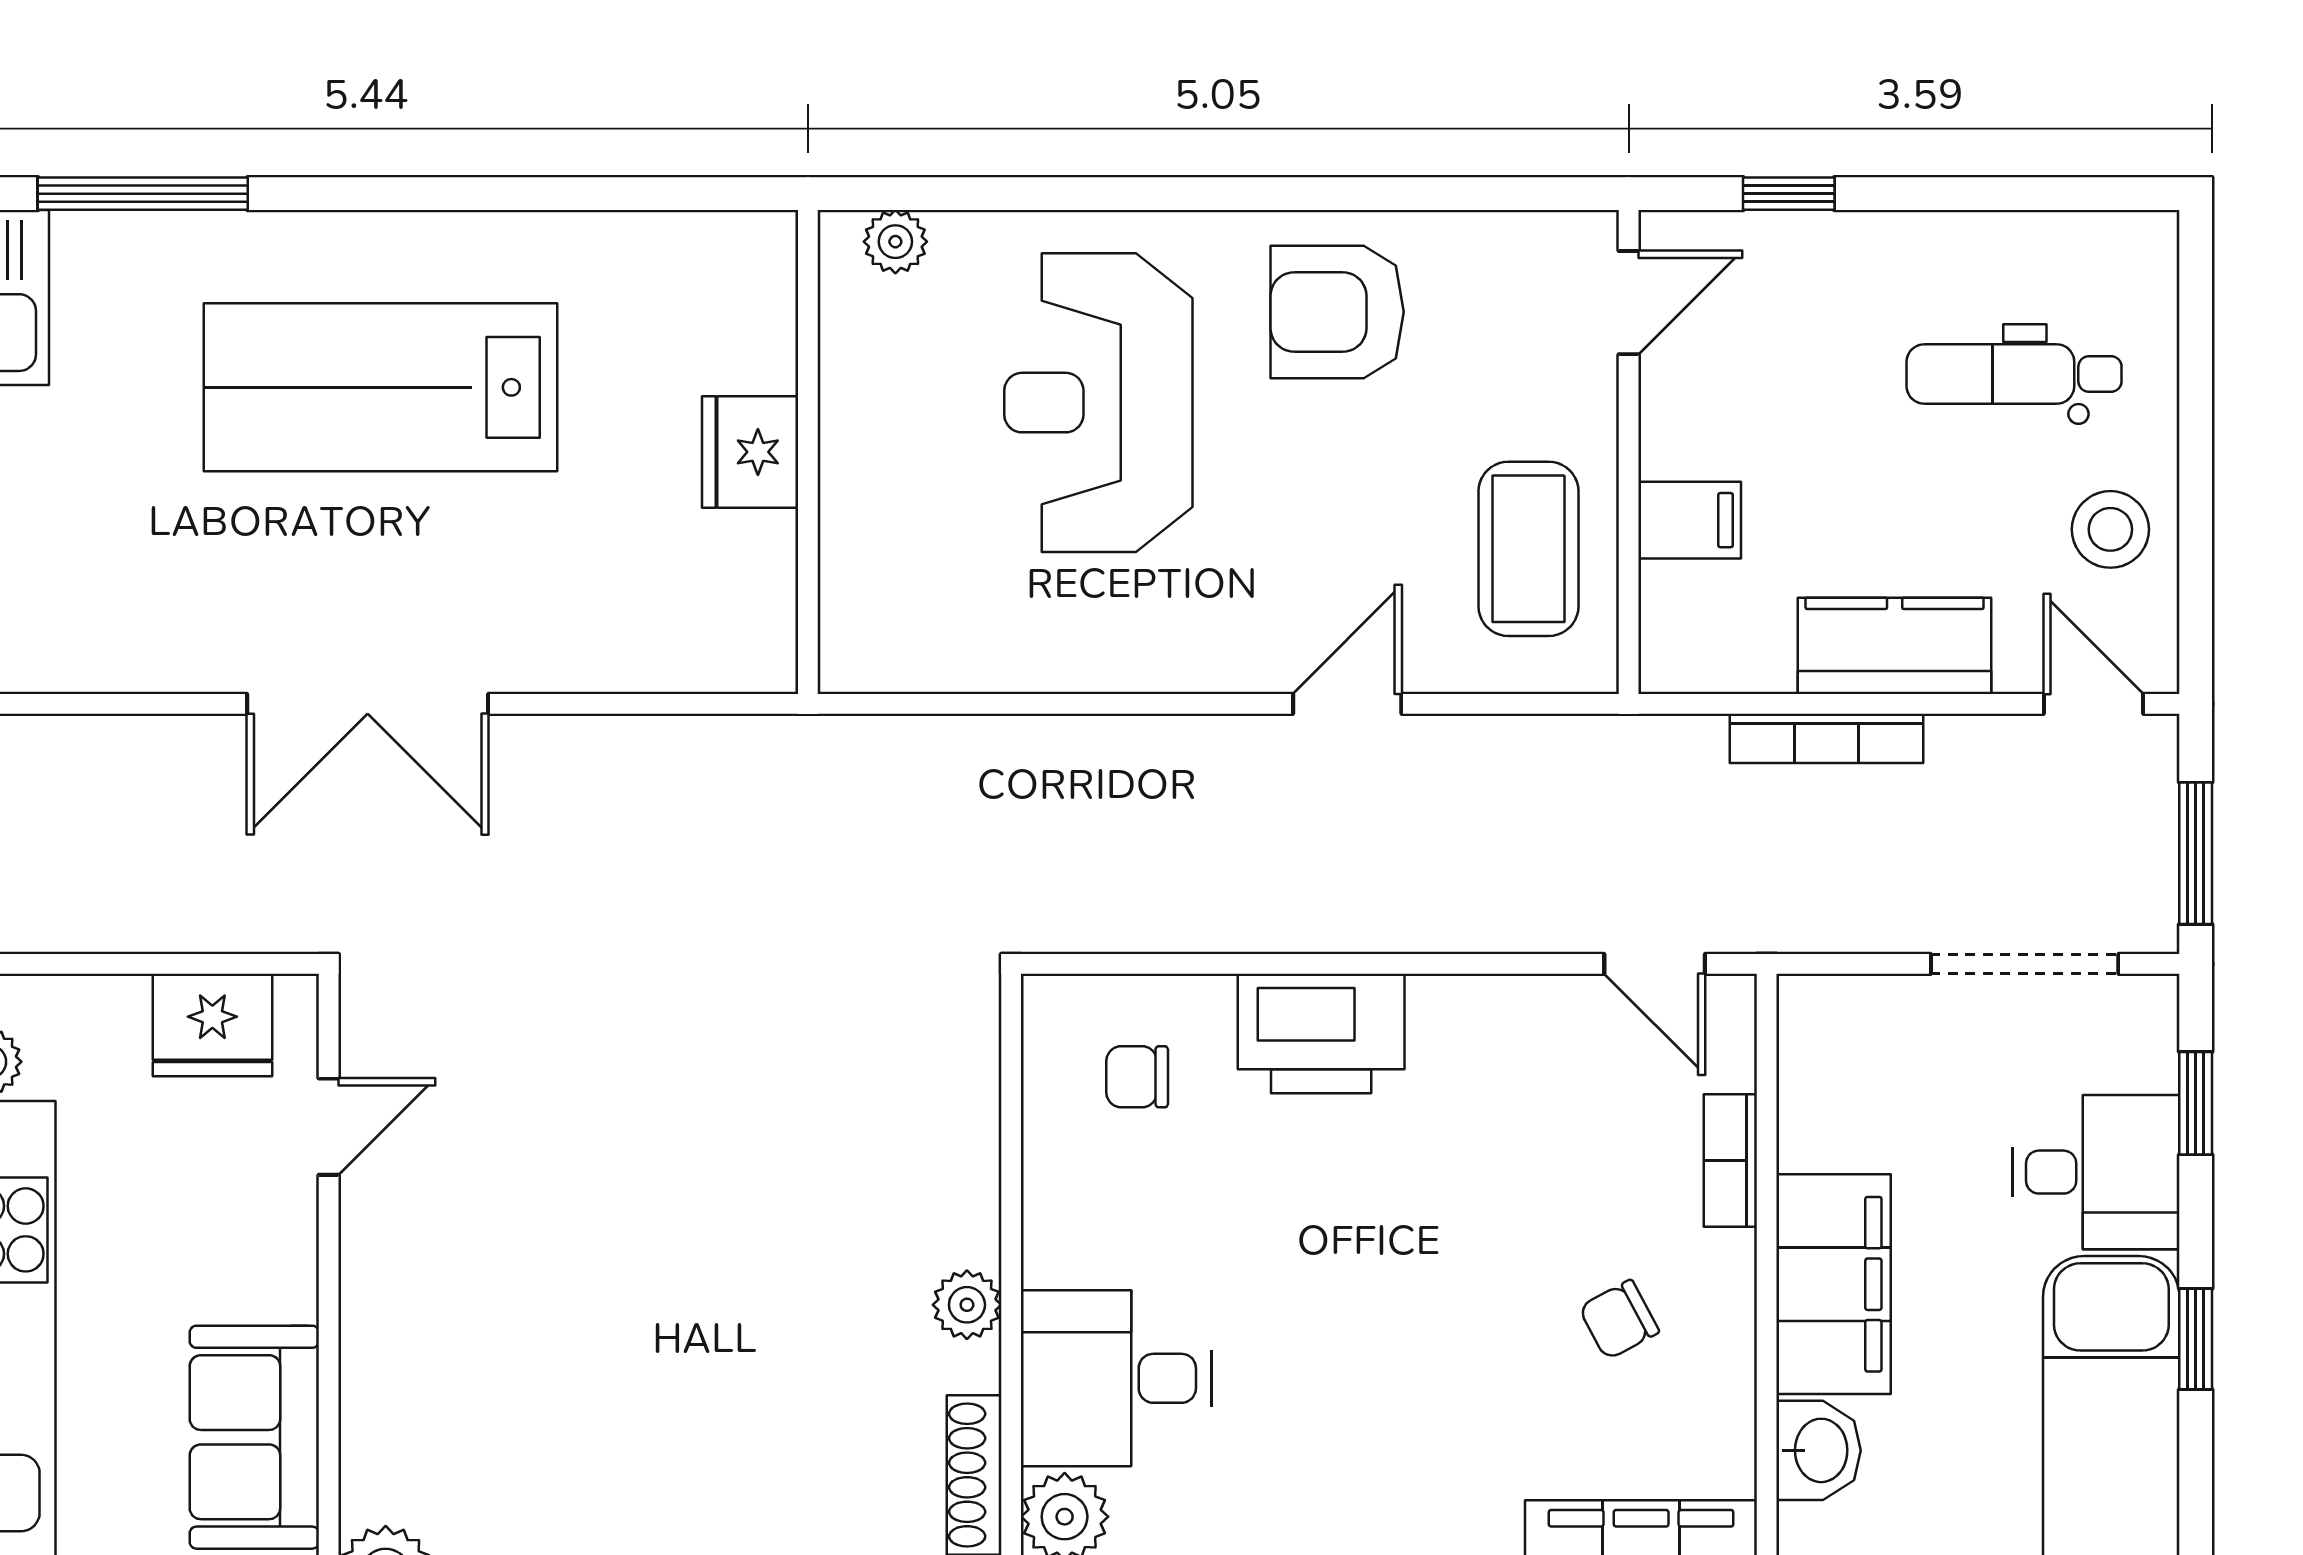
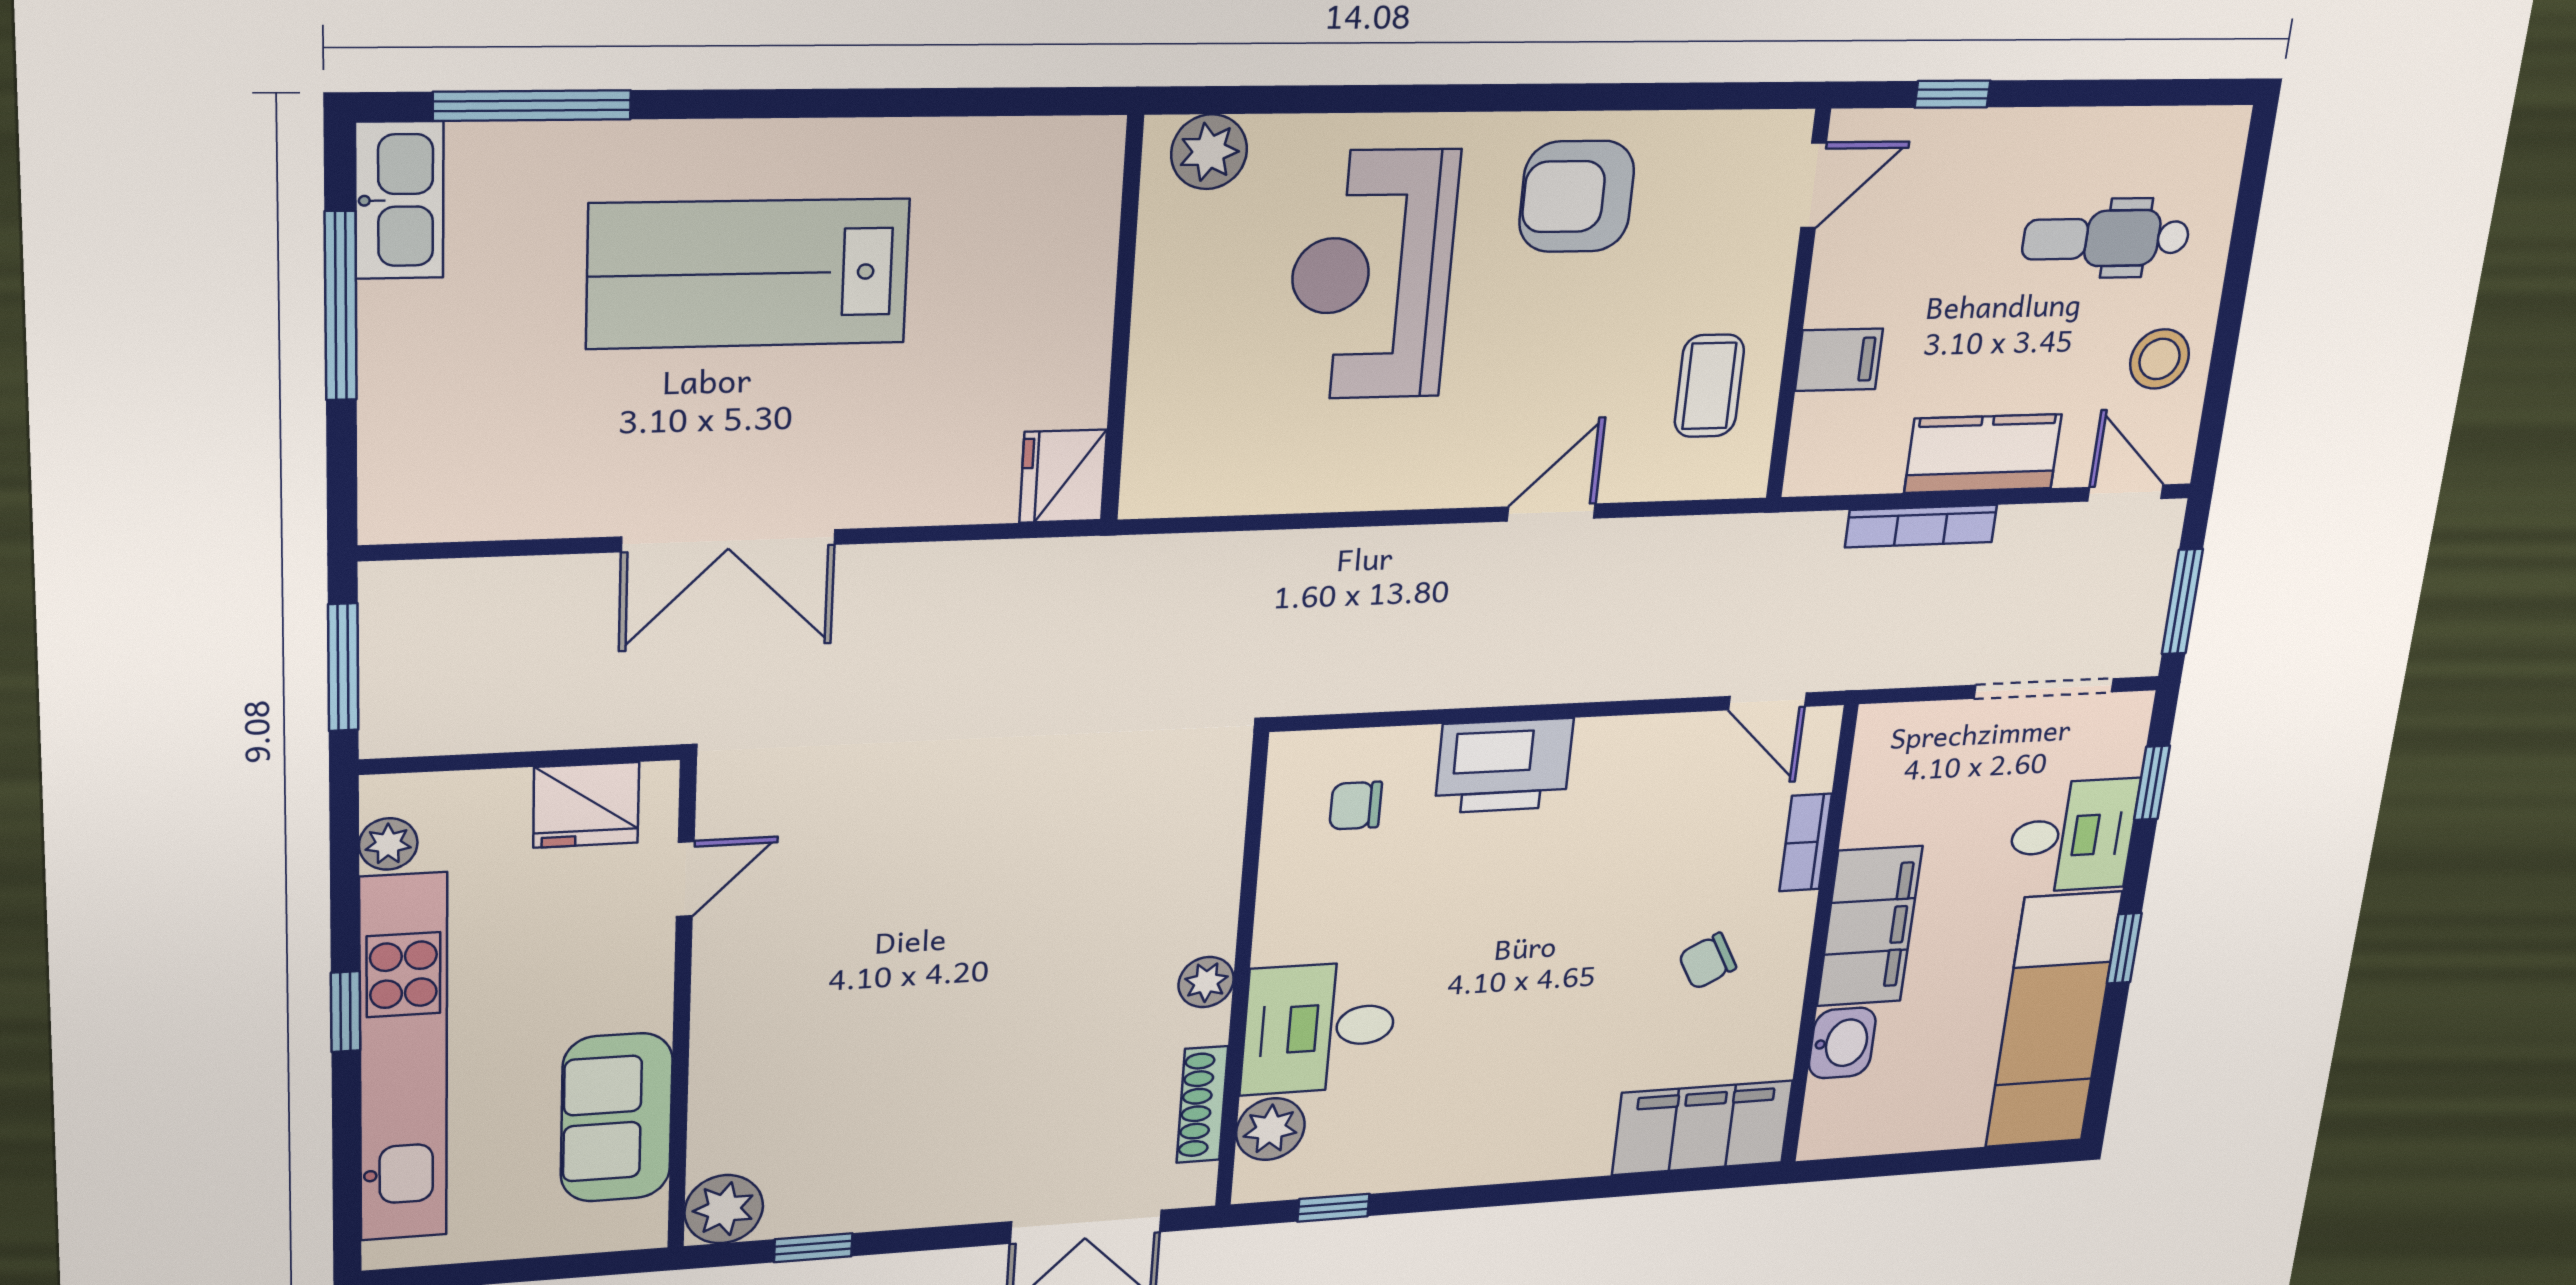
plant: (895, 242) -> (1209, 152), width x1.38, depth x1.38
fridge: (750, 452) -> (1063, 476), moved
coffee table: (1528, 549) -> (1709, 386), width x0.73, depth x0.77

